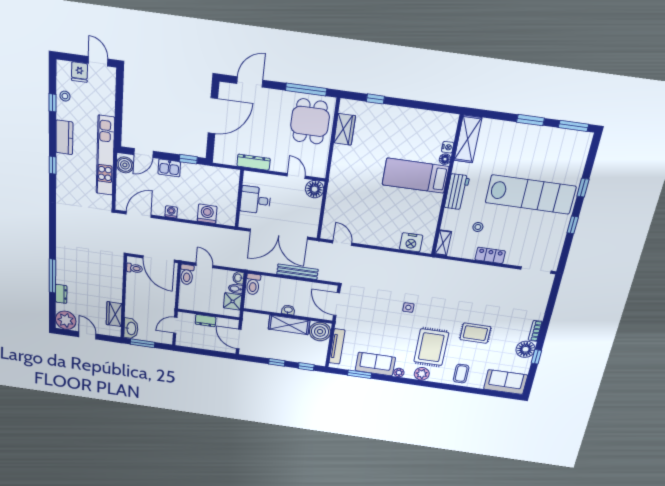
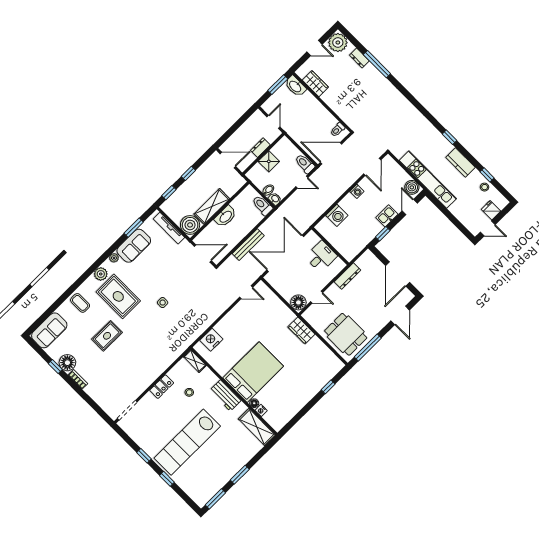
wardrobe: (345, 129) -> (301, 331), moved
bed: (415, 176) -> (253, 372), width x1.50
shower: (233, 301) -> (269, 161), moved
washbasin: (288, 310) -> (225, 216), width x1.91, depth x1.45

